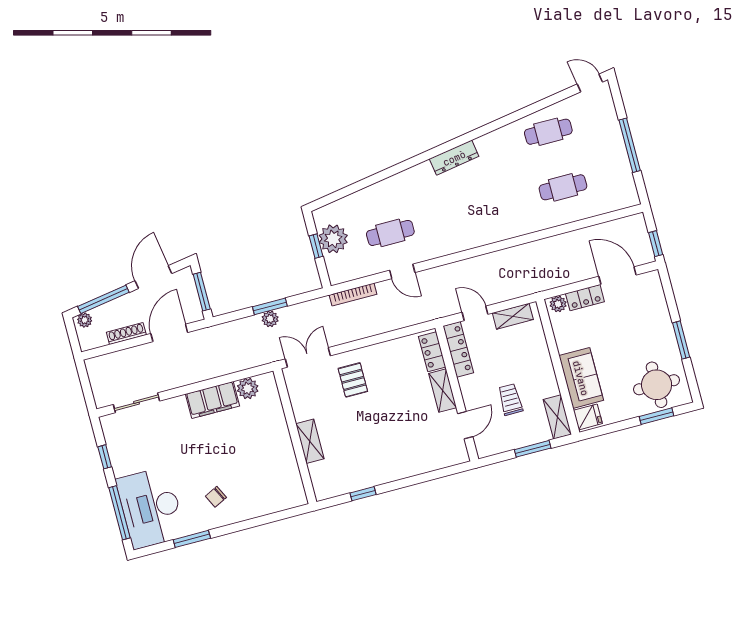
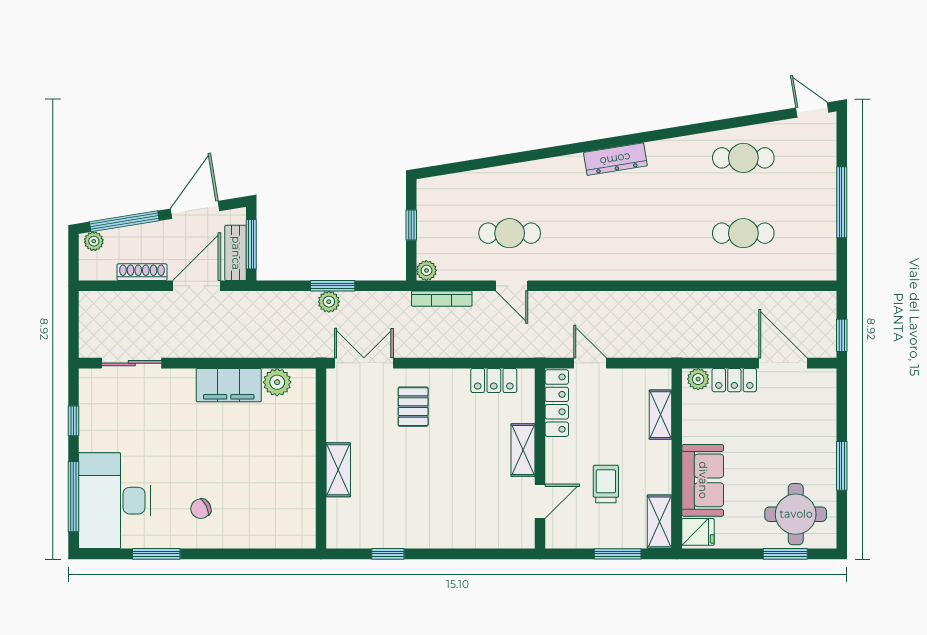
plant: (333, 239) -> (426, 270), moved, width x0.53, depth x0.53
bench: (192, 301) -> (236, 253), added
shelving: (513, 316) -> (660, 415), moved, turned 90
locker: (432, 352) -> (494, 380), moved, turned -90

